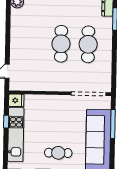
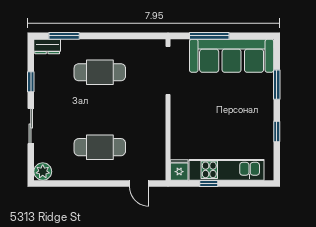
cafe table: (61, 44) -> (100, 147), moved
cafe table: (58, 153) -> (251, 111), removed

